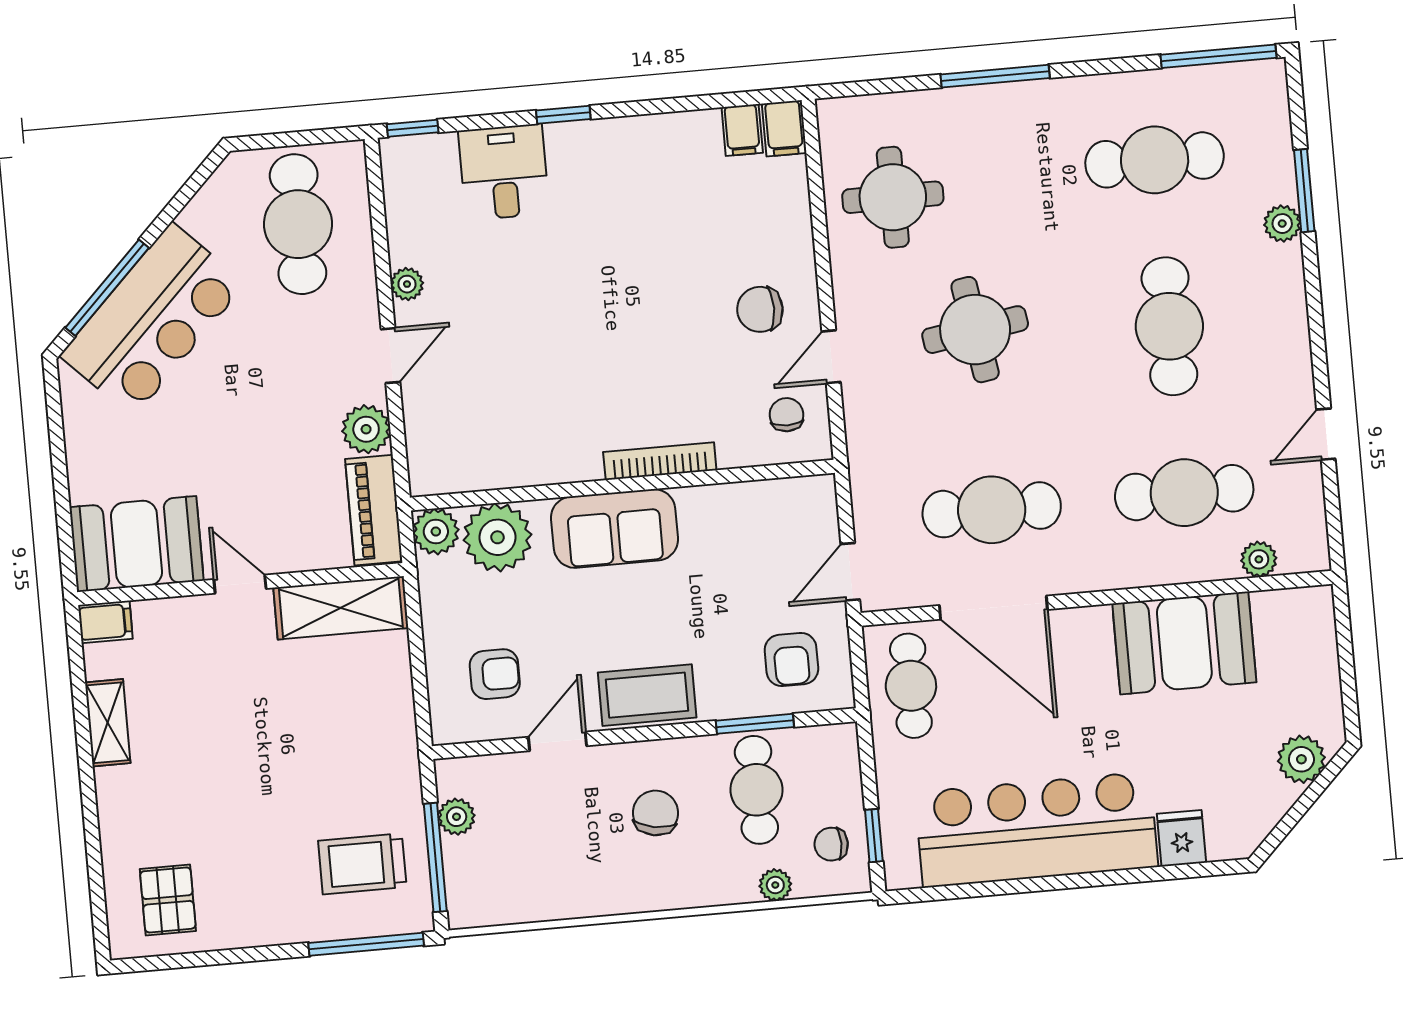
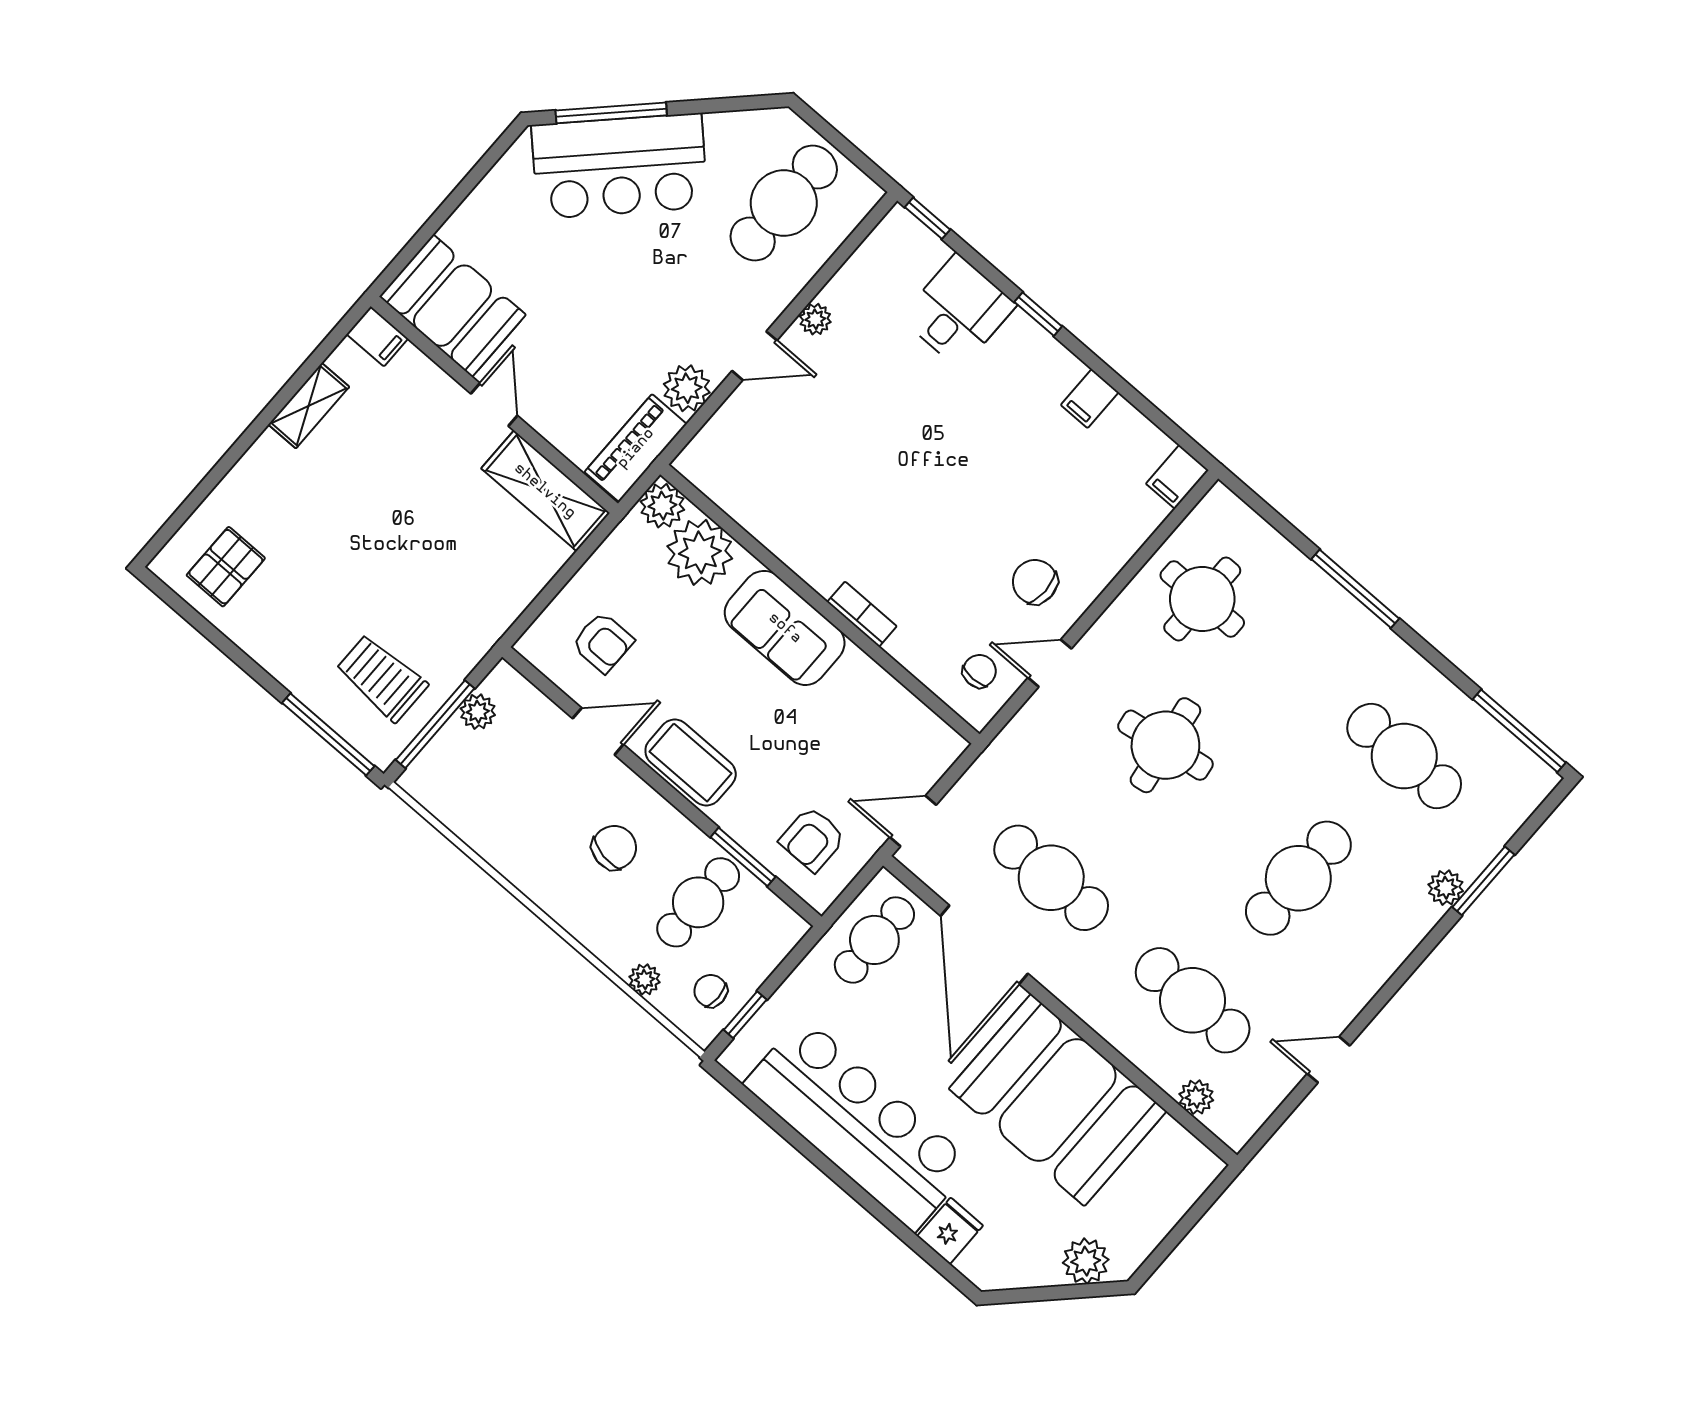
filing cabinet: (742, 130) -> (1090, 399), moved
bookcase: (660, 461) -> (862, 614), width x0.64
booth: (1184, 643) -> (1058, 1100), width x1.36, depth x1.42

